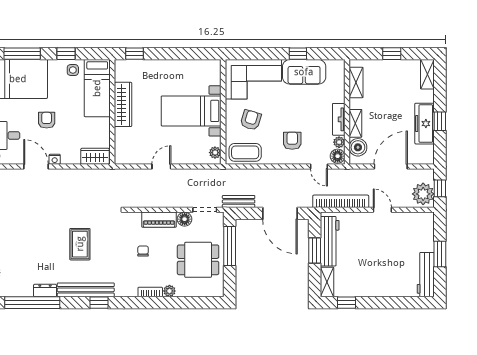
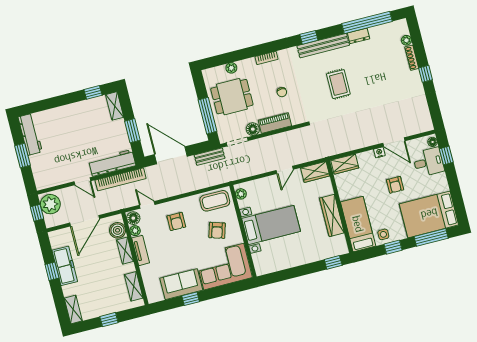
wardrobe: (129, 156) -> (315, 172), added
workbench: (330, 241) -> (112, 163), moved, turned 90
plant: (169, 291) -> (231, 68), moved

